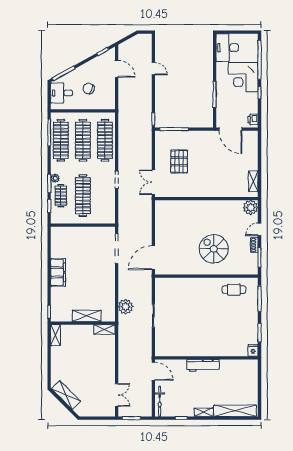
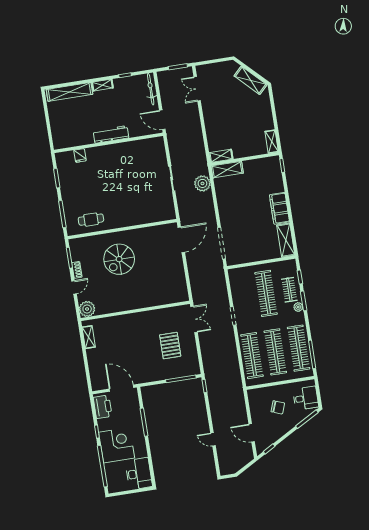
printer: (253, 120) -> (103, 407), width x1.87, depth x1.48
shelving: (57, 242) -> (286, 240), added
spiral stairs: (214, 249) -> (119, 259), turned 90
shelving: (87, 316) -> (227, 170), moved
fridge: (253, 350) -> (80, 155), moved

